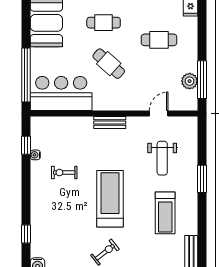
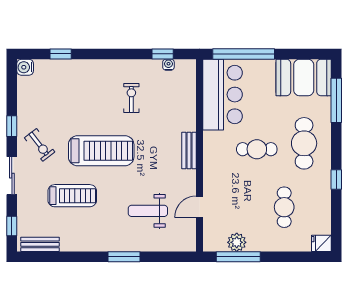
cafe table: (104, 23) -> (304, 143), width x1.37, depth x1.35
cafe table: (109, 64) -> (257, 149), turned 48
door: (159, 113) -> (199, 207), swing flipped
water cooler: (35, 155) -> (168, 65), moved
treadmill: (165, 213) -> (72, 196), moved, turned 180

